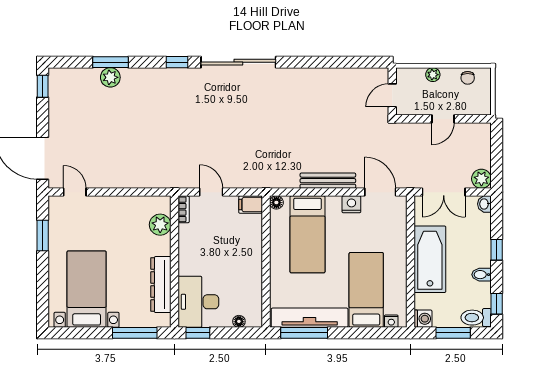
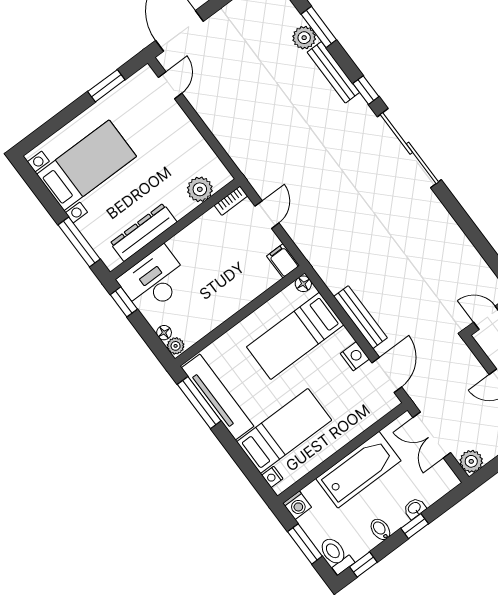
bench: (149, 75) -> (333, 72), added
washbasin: (484, 204) -> (415, 508), moved
plant: (254, 320) -> (176, 346), added

